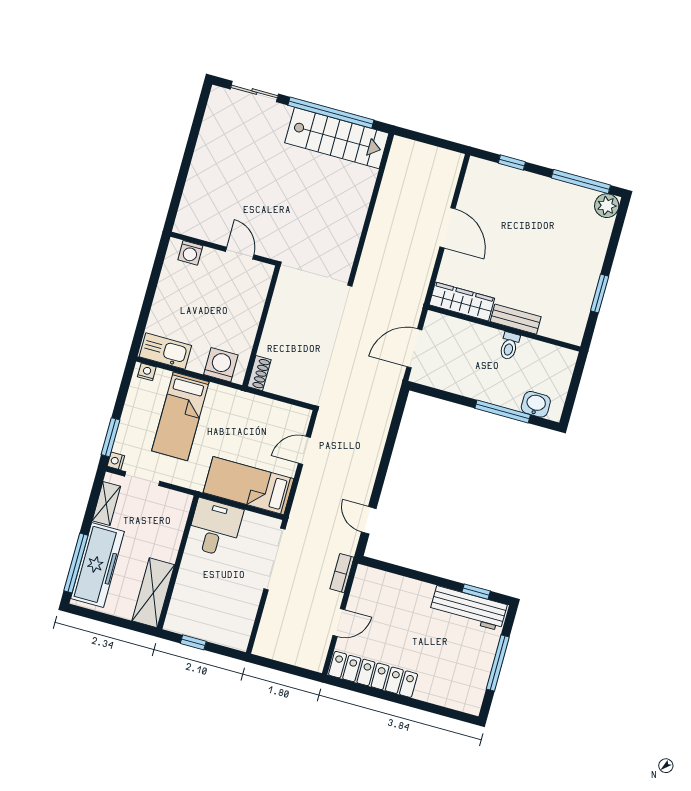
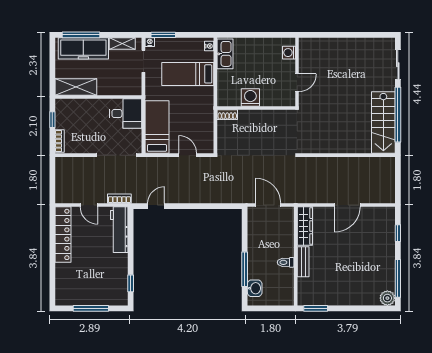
window: (600, 294) -> (316, 308), moved
washing machine: (221, 365) -> (250, 97), moved, turned -90
workbench: (468, 608) -> (119, 230), moved
bookcase: (229, 640) -> (60, 141), added

